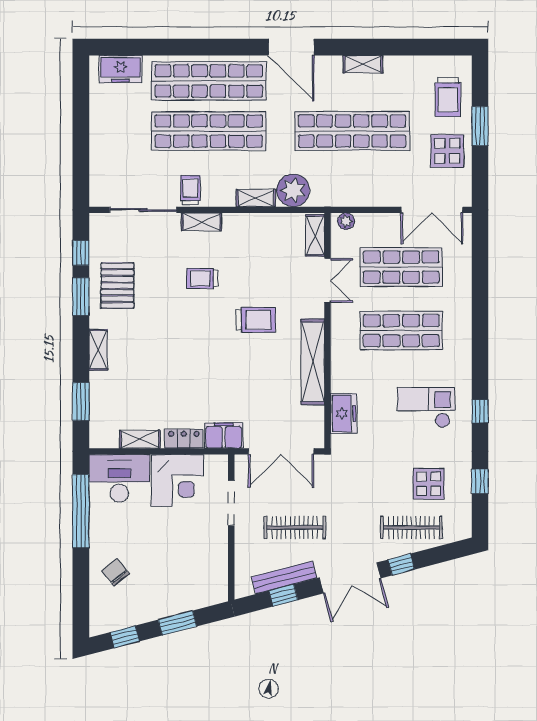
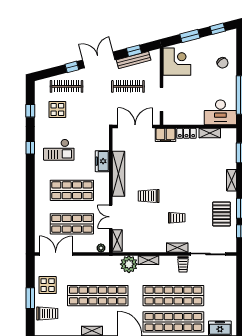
trolley: (448, 97) -> (47, 313), turned 90
freezer: (344, 413) -> (102, 161), moved
corner desk: (177, 480) -> (177, 62), moved, turned 90

